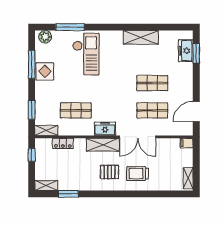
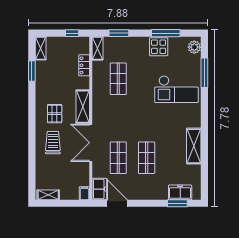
freezer: (105, 129) -> (99, 189), moved

